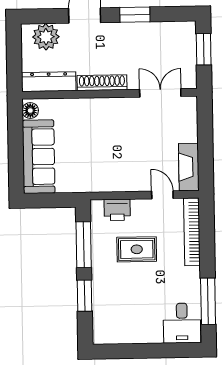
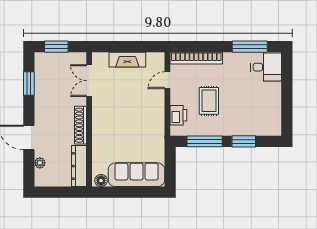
window: (135, 15) -> (29, 84), moved
plant: (46, 37) -> (40, 163), width x0.53, depth x0.53
fireplace: (189, 167) -> (127, 60), moved

